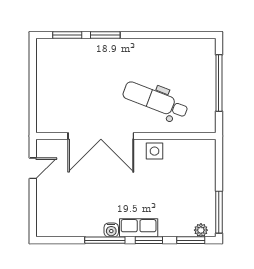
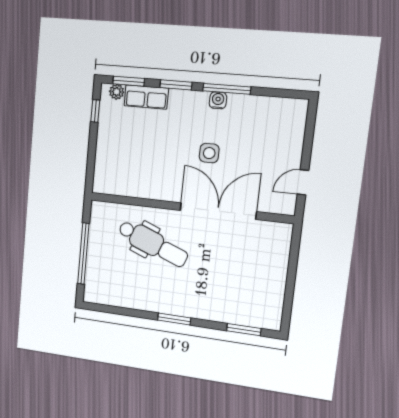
window: (105, 35) -> (174, 319), moved
side table: (155, 151) -> (209, 153), moved
window: (219, 212) -> (95, 111), width x0.46
row of seats: (139, 228) -> (146, 97), moved

